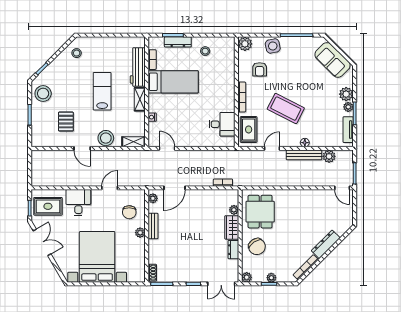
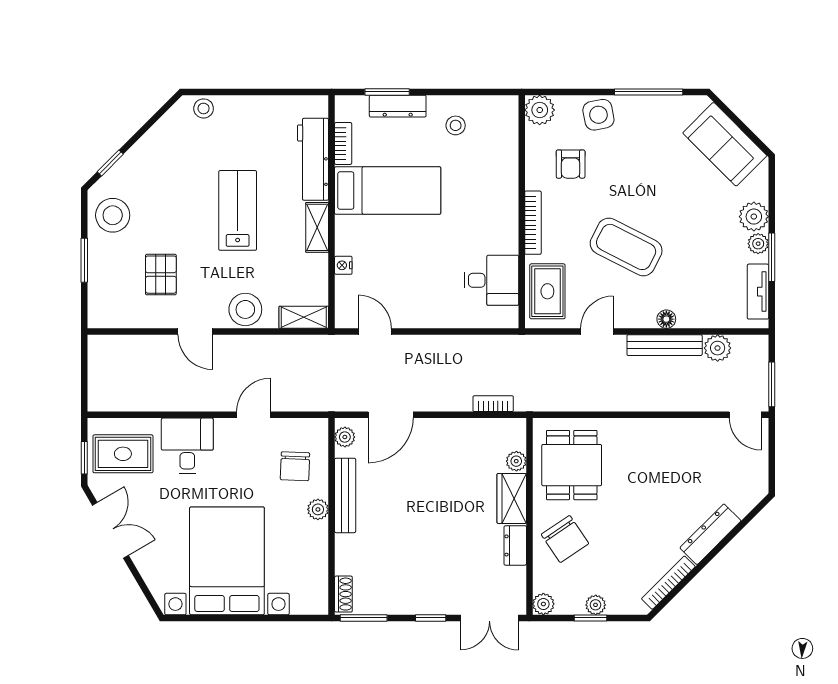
stool: (77, 53) -> (204, 108), moved
bench: (153, 226) -> (345, 495), width x1.36

